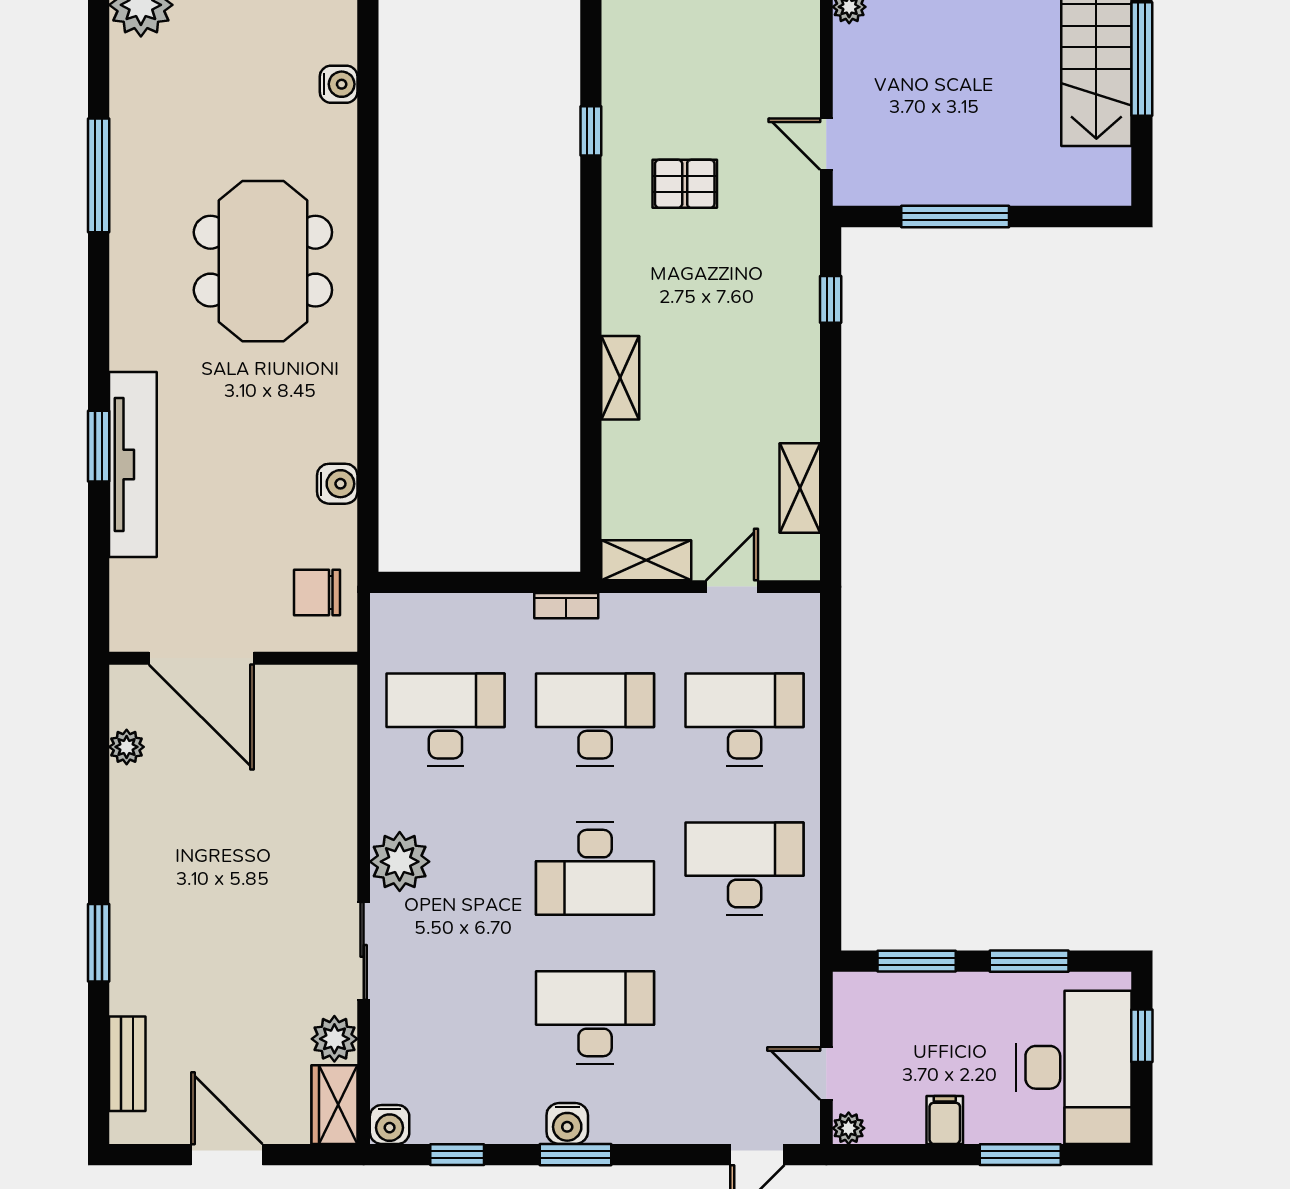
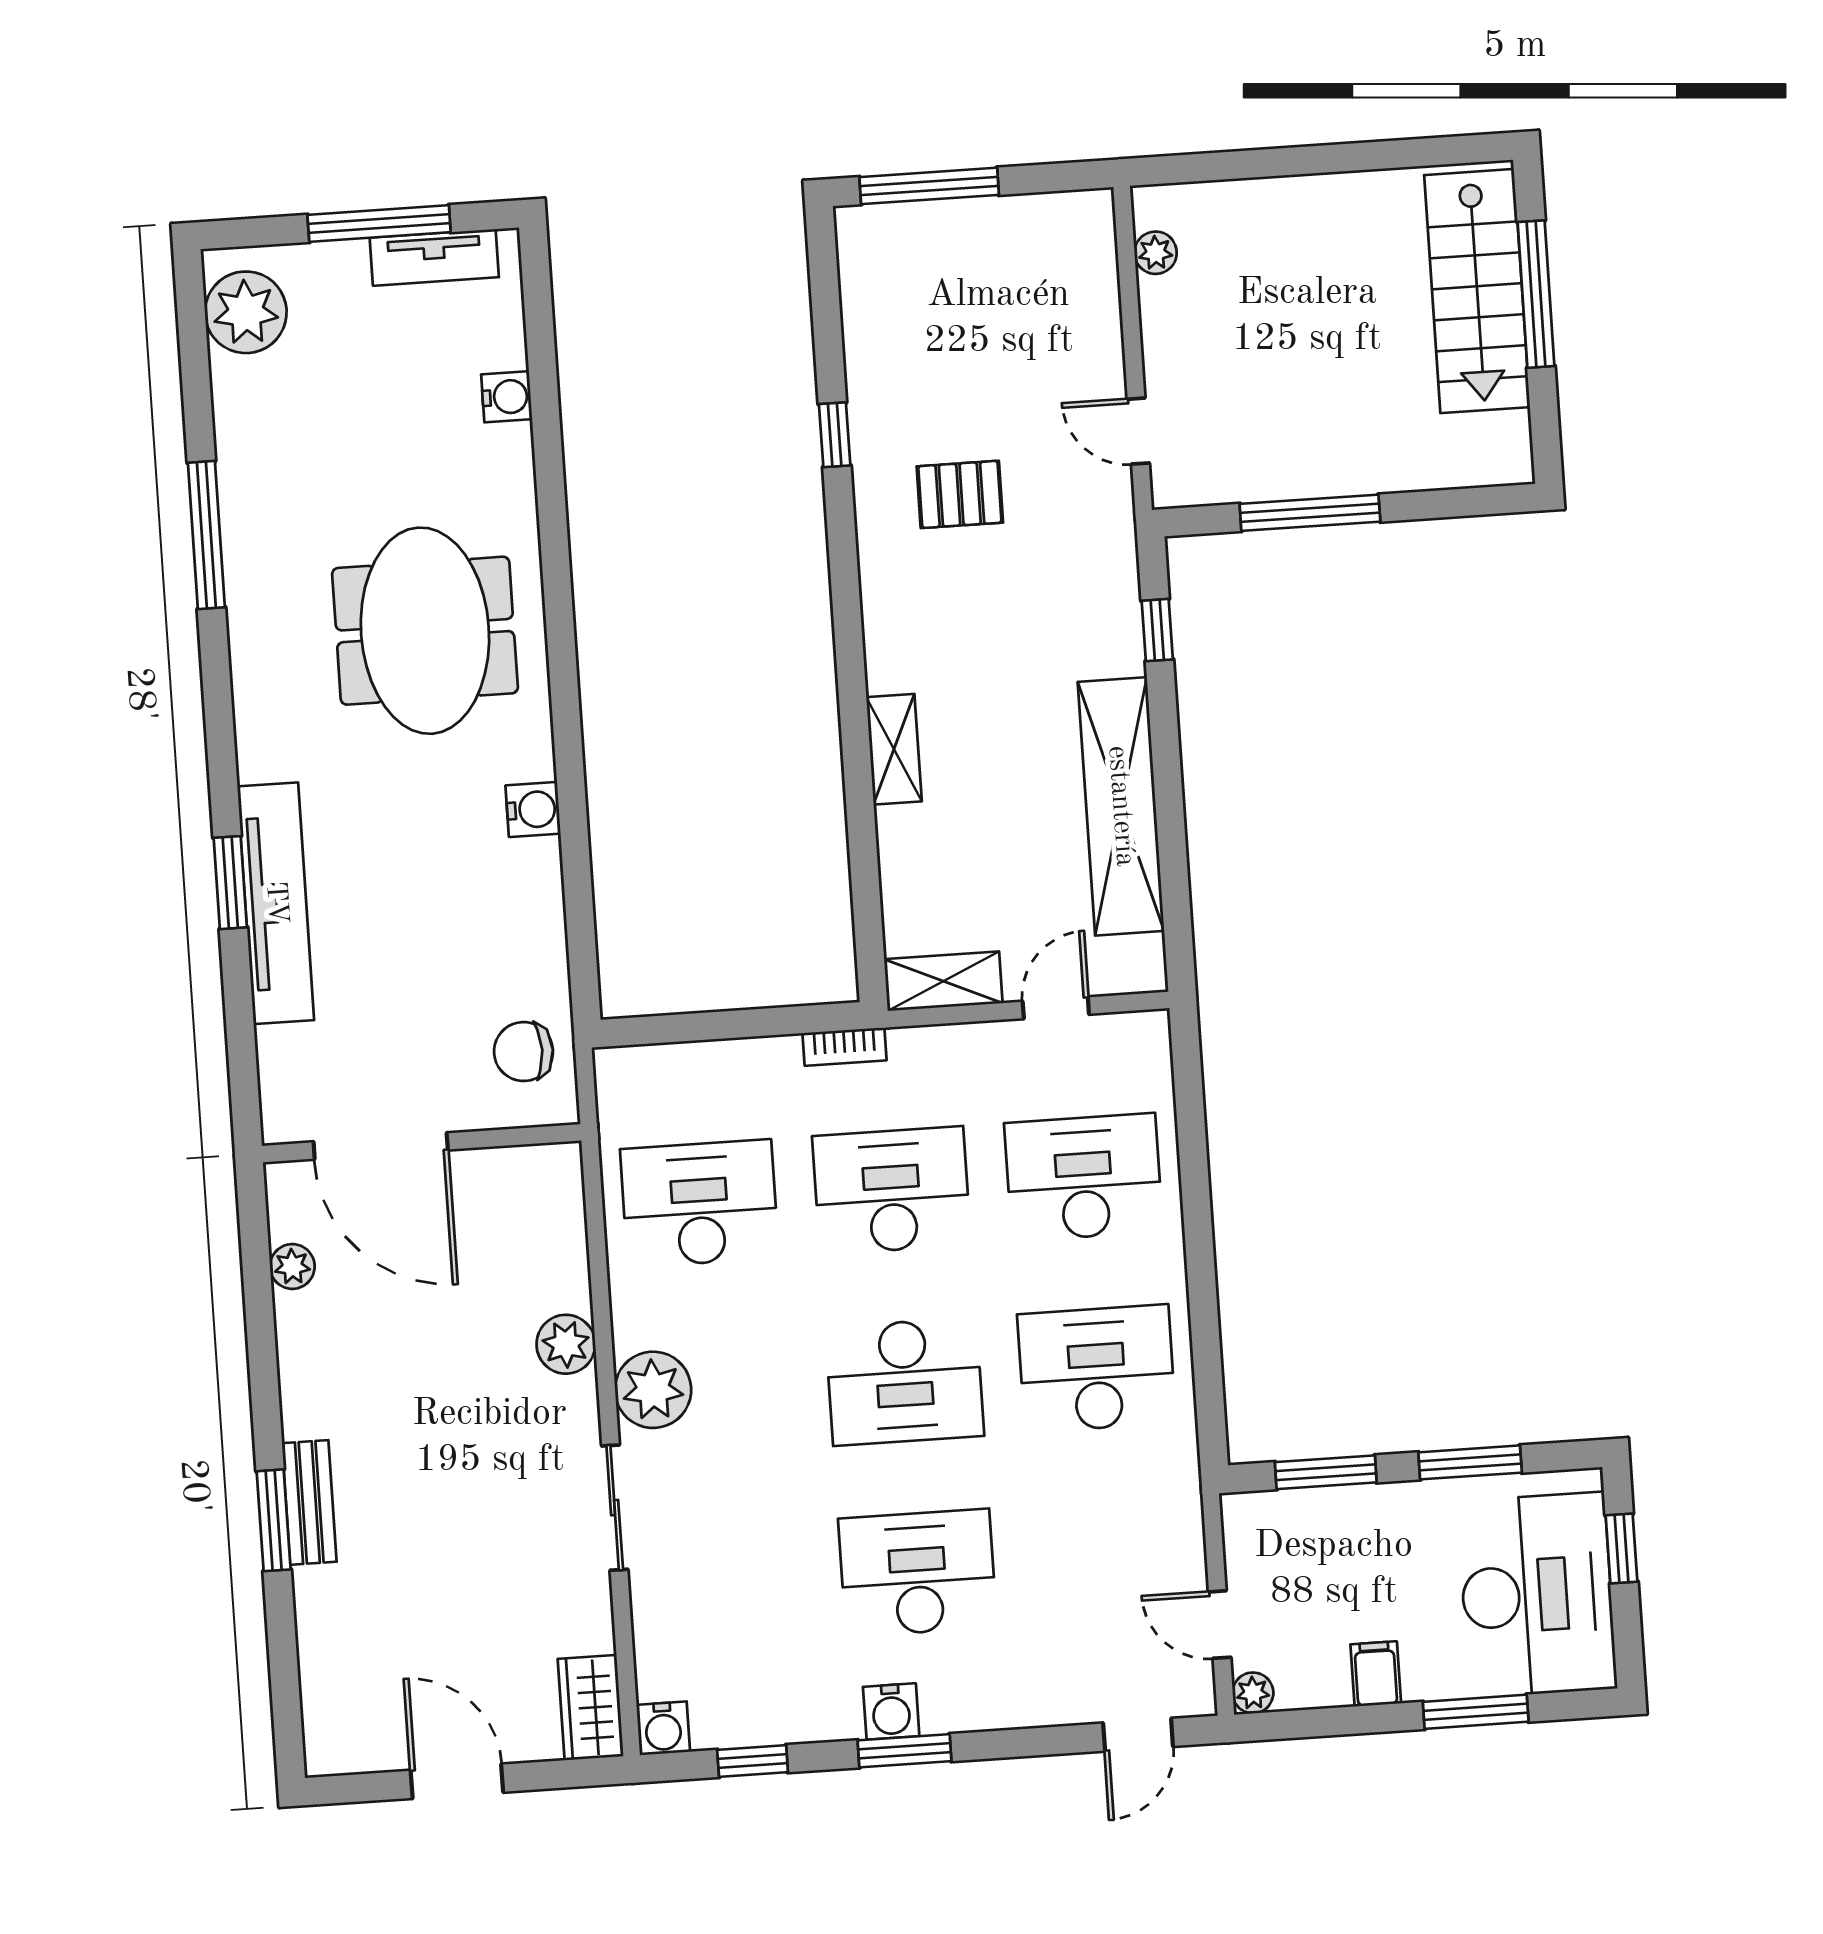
water cooler: (337, 484) -> (533, 810), moved
shelving: (800, 488) -> (1121, 806), width x2.20, depth x1.33
plant: (334, 1039) -> (566, 1344), moved
bench: (127, 1064) -> (309, 1502), moved

